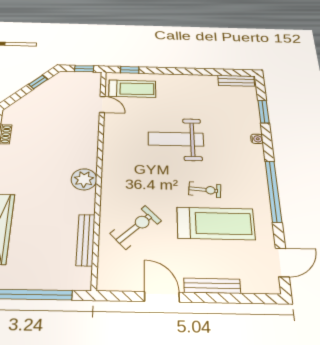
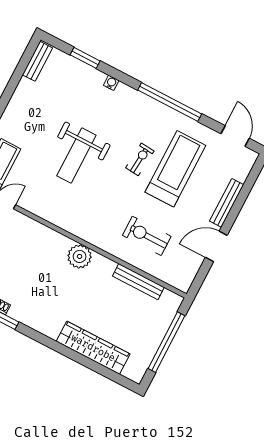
exercise bike: (136, 227) -> (147, 236), turned -47

